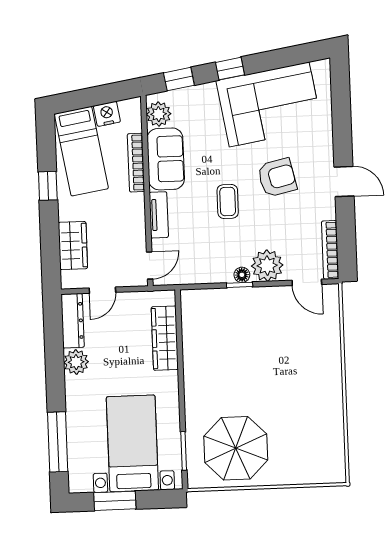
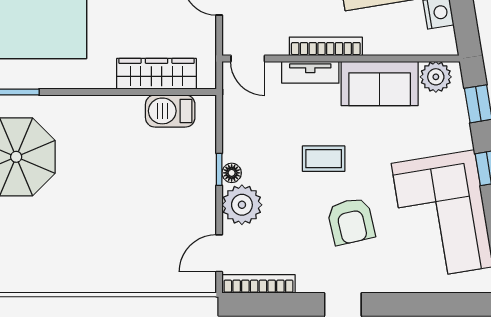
bookcase: (136, 163) -> (326, 46), moved
barbecue: (194, 326) -> (170, 111), added

